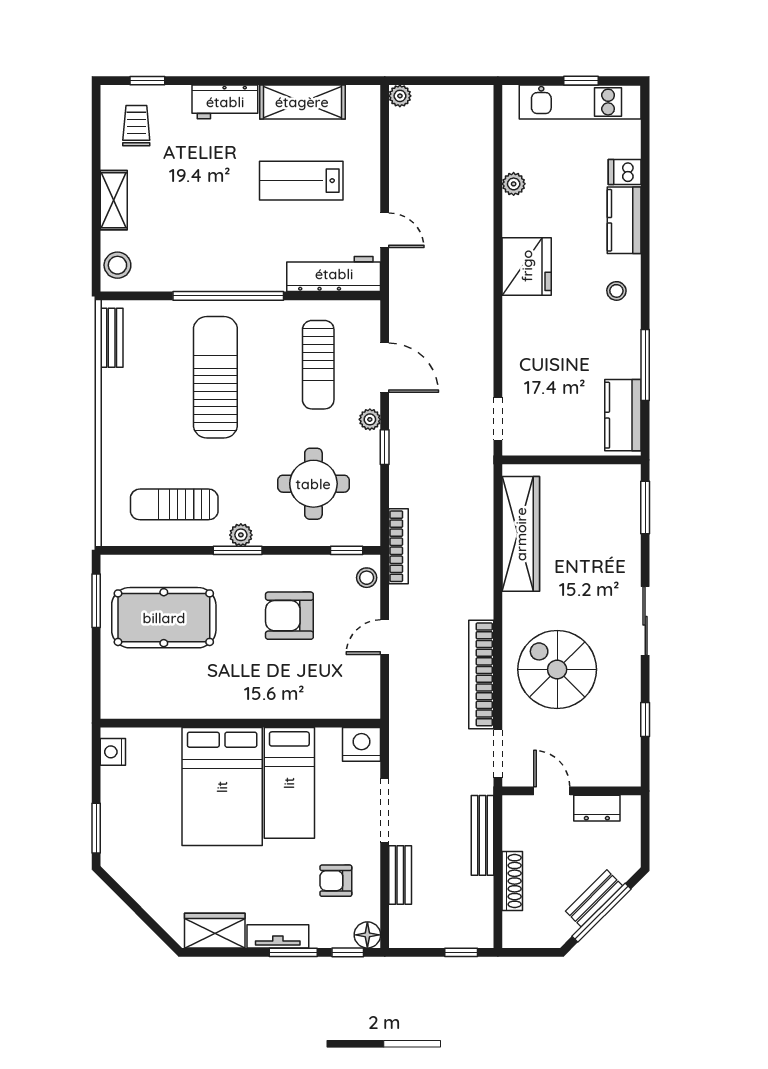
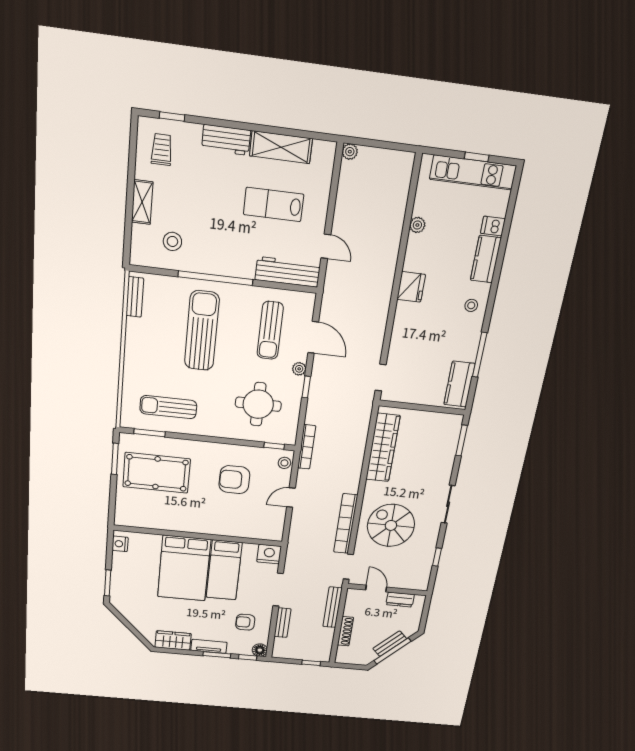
stool: (117, 265) -> (172, 241), moved
fridge: (527, 266) -> (411, 287), width x0.73, depth x0.75
plant: (241, 535) -> (209, 430), removed
window: (238, 550) -> (150, 433), moved

